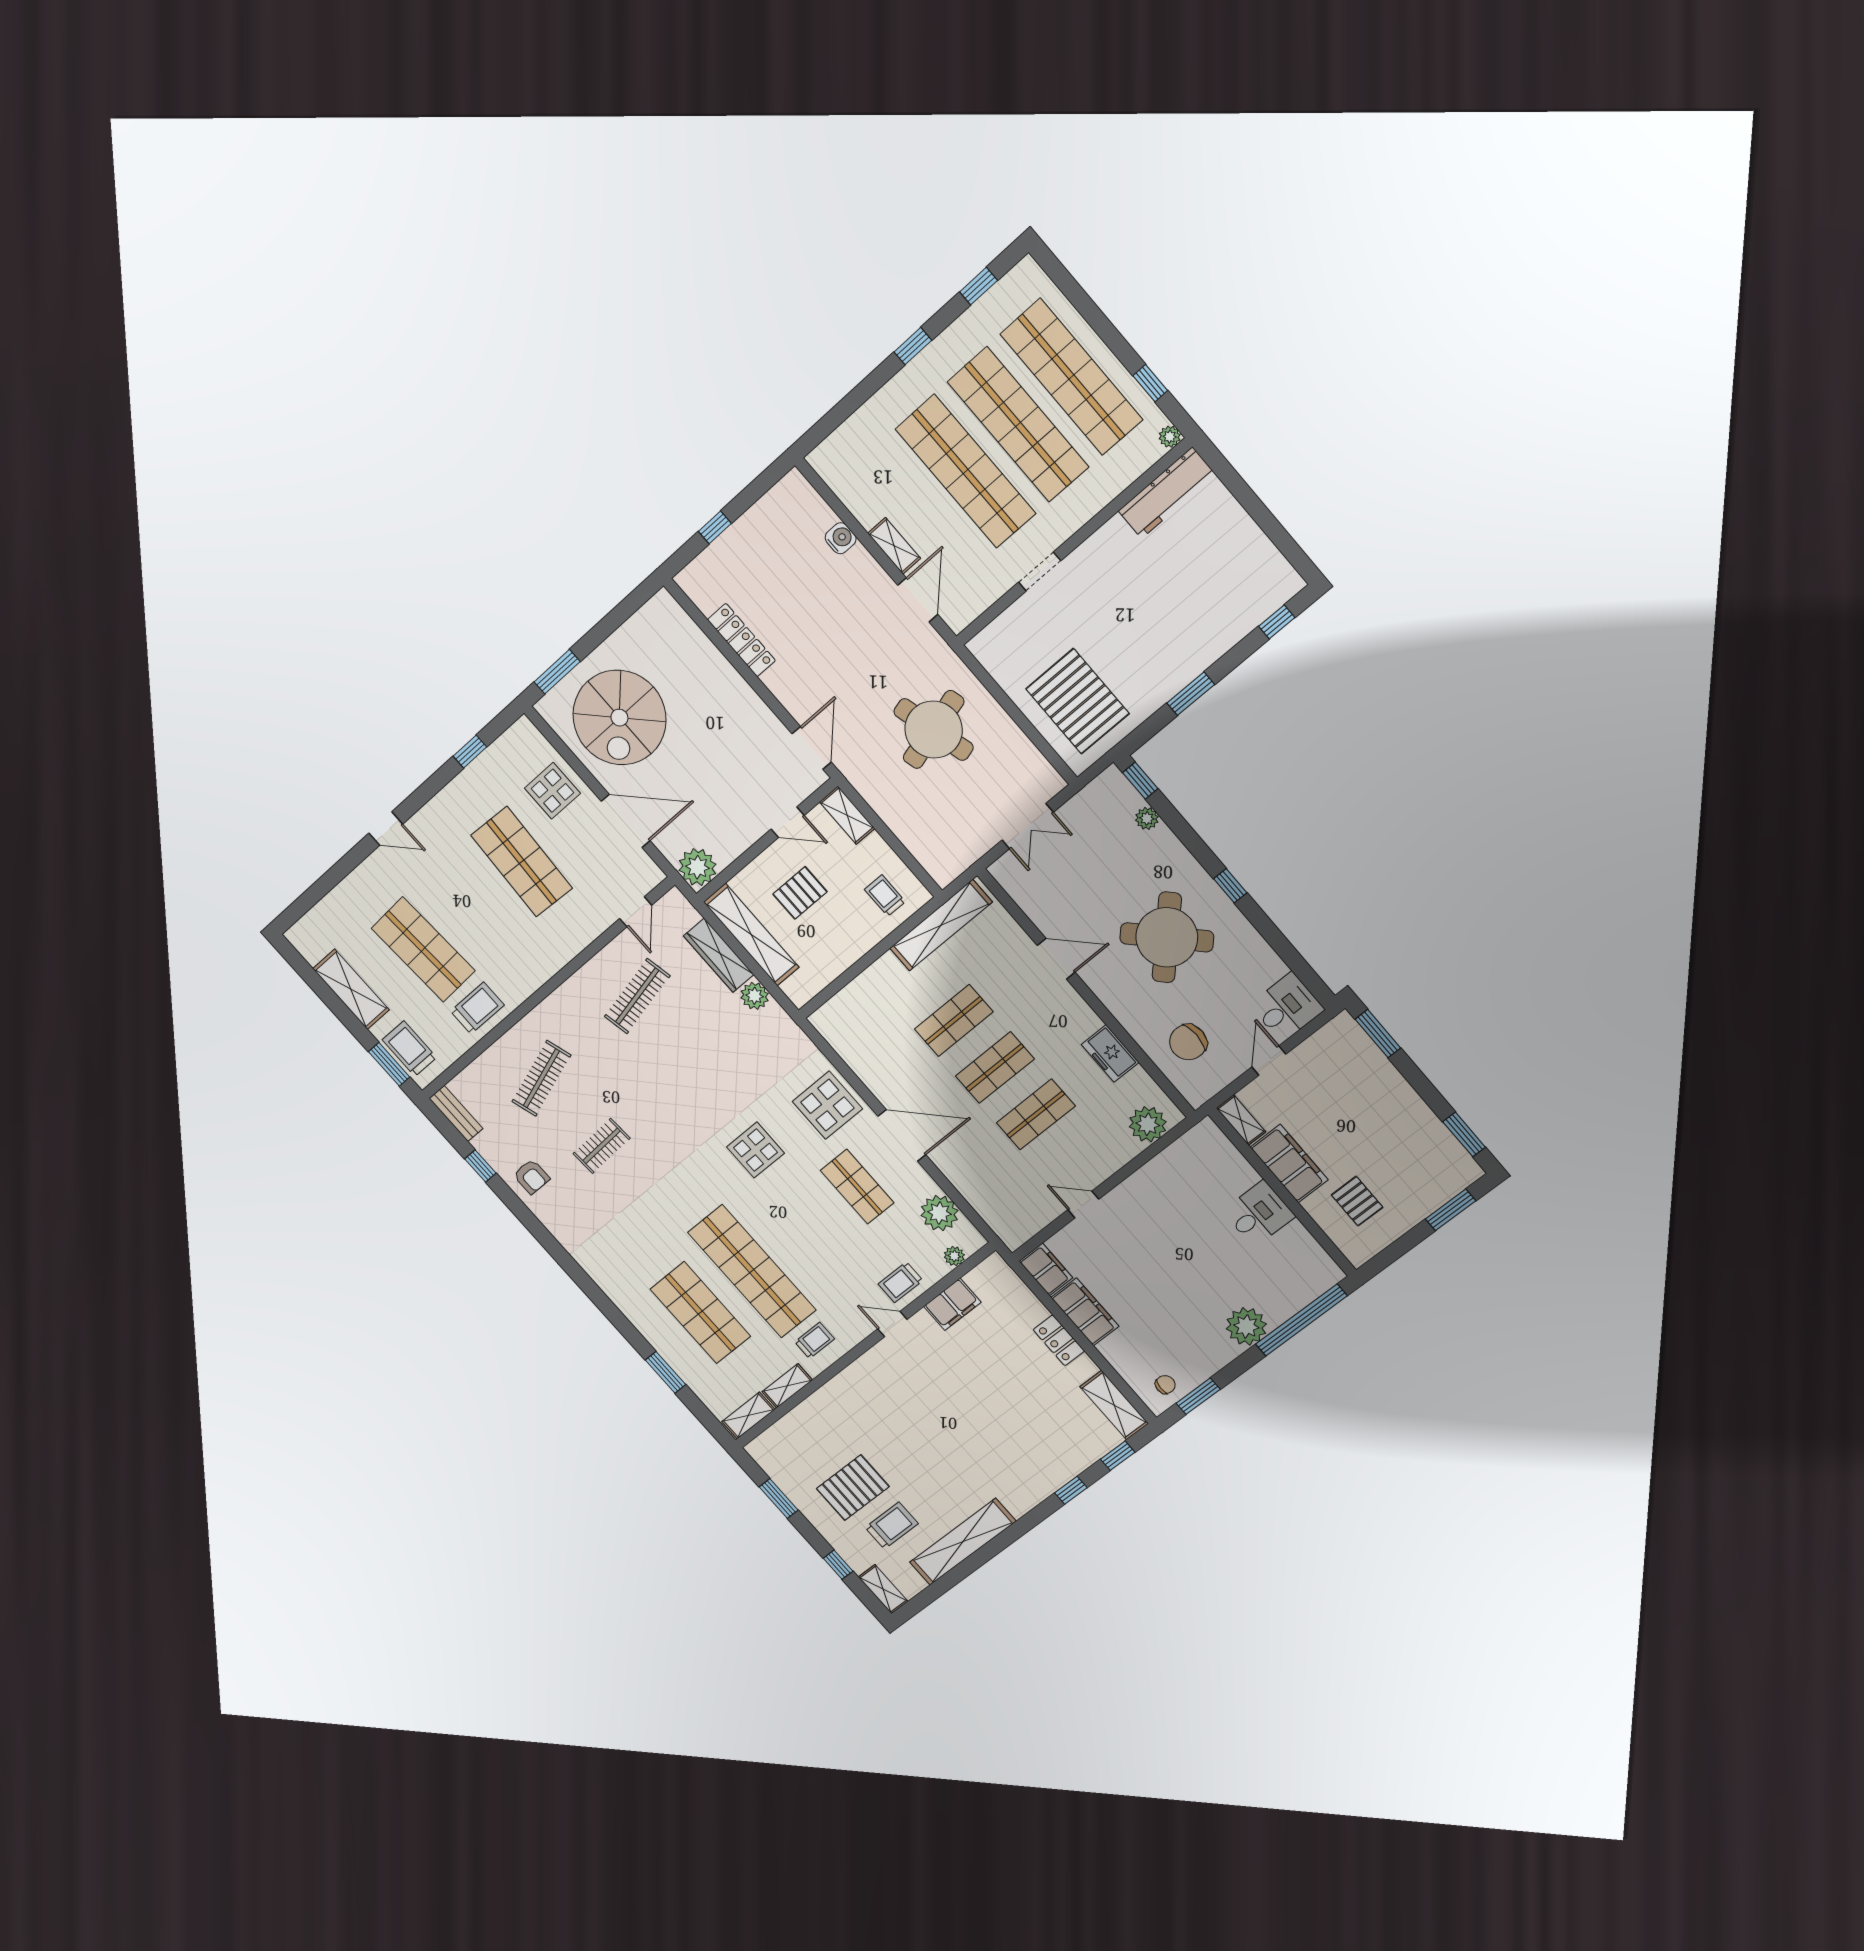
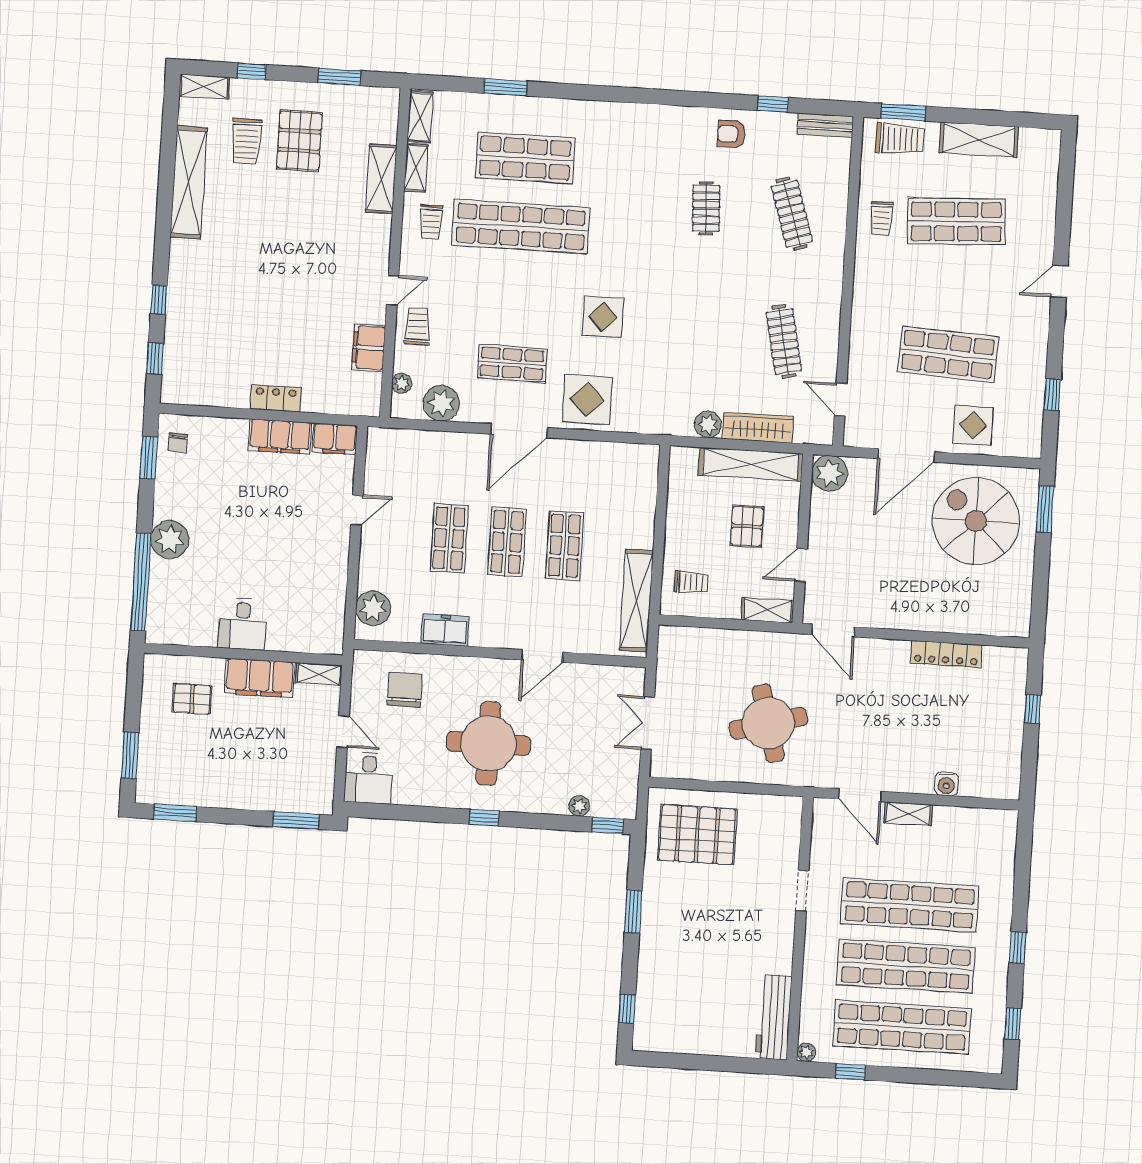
round table: (1167, 937) -> (489, 743), turned 45
trolley: (477, 1008) -> (881, 218), width x0.73, depth x0.72
shelving: (1114, 1405) -> (381, 179), moved, turned 90

